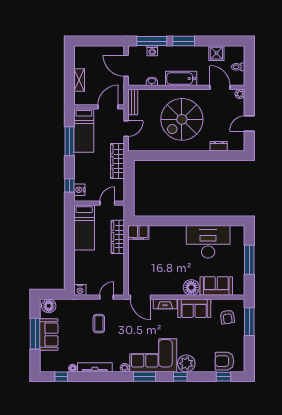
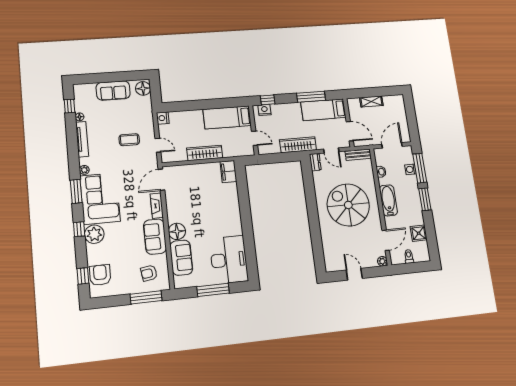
dresser: (219, 146) -> (315, 162), moved
wardrobe: (118, 237) -> (205, 153), moved
desk: (208, 242) -> (229, 260), moved
window: (35, 334) -> (113, 77), removed

